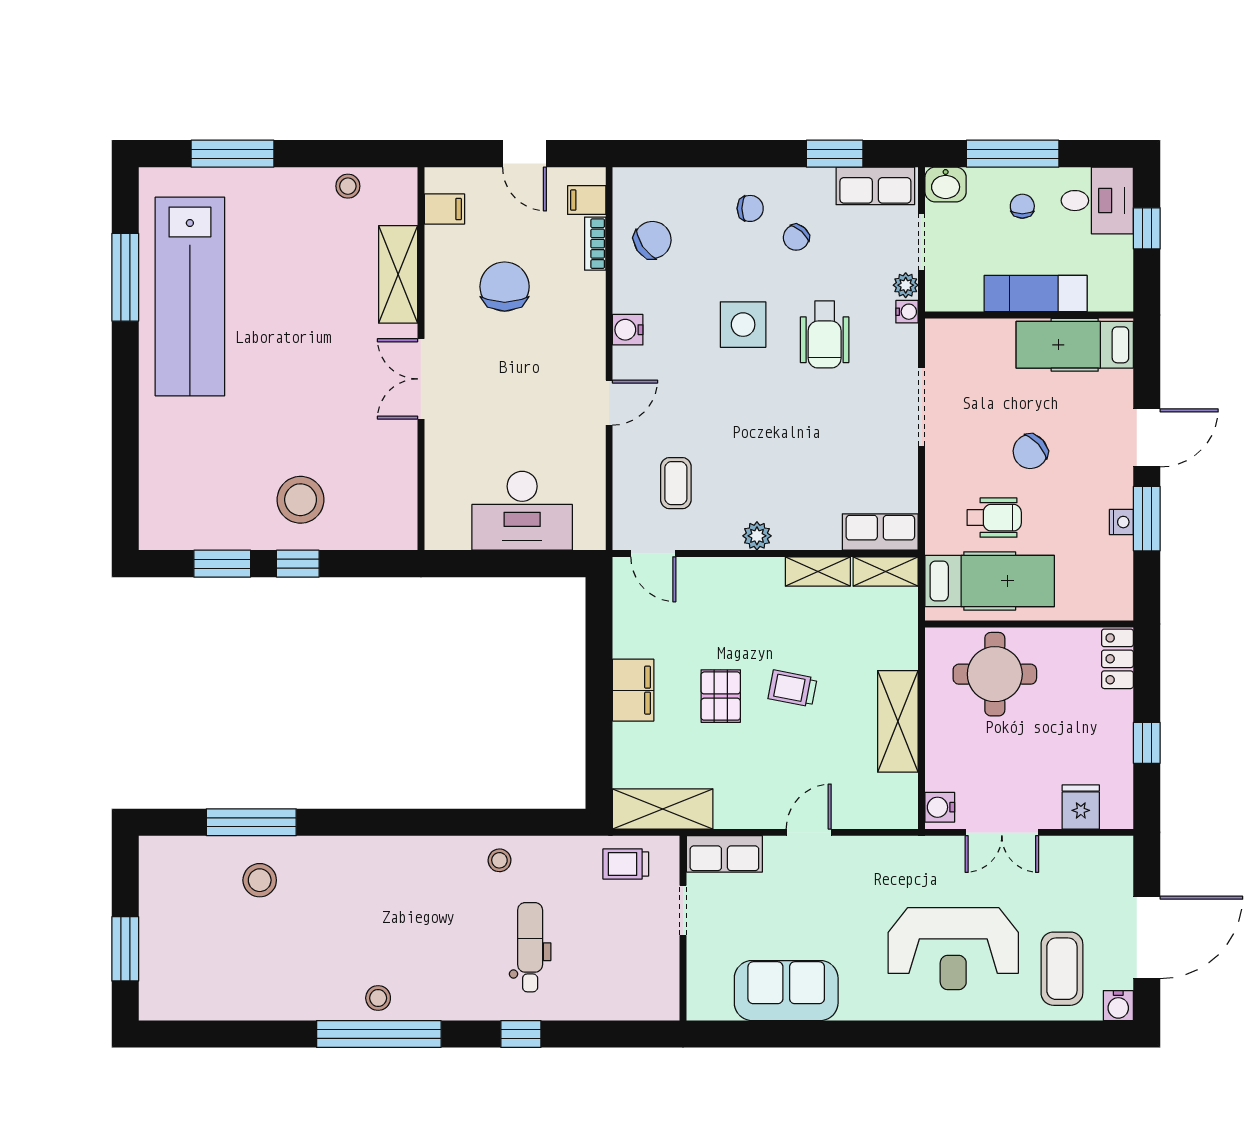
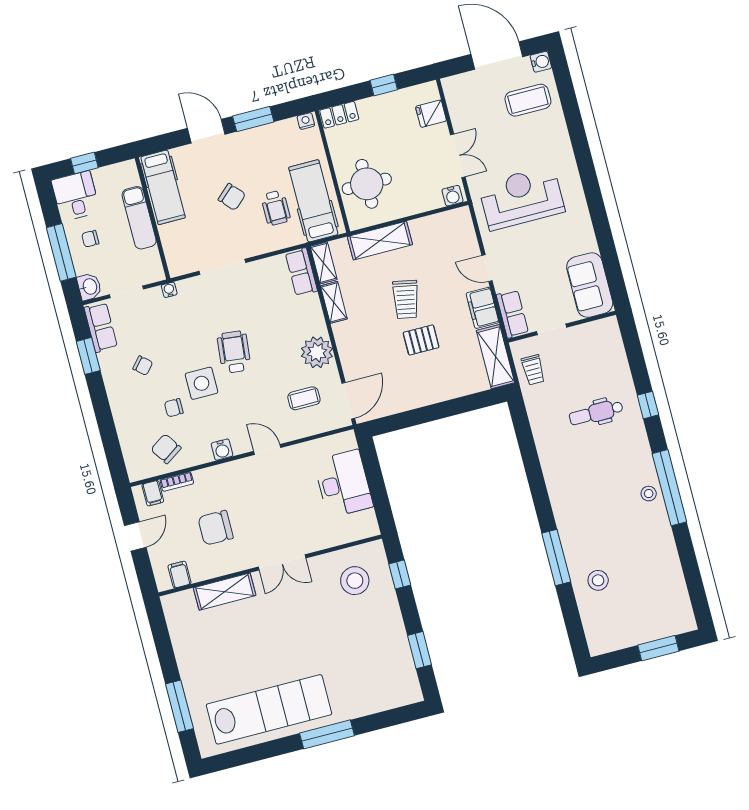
stool: (348, 186) -> (181, 634), removed
chair: (750, 208) -> (174, 408), moved, turned -90
window: (125, 277) -> (327, 734), moved
plant: (906, 285) -> (154, 295), removed
wheelchair: (825, 334) -> (234, 352), moved, turned -84
stool: (301, 500) -> (355, 581), moved
wheelchair: (994, 518) -> (276, 208), turned 180
nightstand: (1121, 522) -> (306, 121), moved
plant: (757, 536) -> (317, 352), width x1.88, depth x1.88
door: (653, 553) -> (348, 401), width x1.38
window: (298, 564) -> (400, 574), moved
trolley: (792, 688) -> (406, 299), width x1.36, depth x1.39
filing cabinet: (633, 690) -> (482, 308), moved, turned -90
shelving: (898, 721) -> (380, 241), moved
window: (251, 822) -> (556, 558), moved
stool: (499, 860) -> (550, 444), removed
reception desk: (953, 949) -> (521, 198), moved, turned -90
sofa: (786, 991) -> (590, 285), moved

